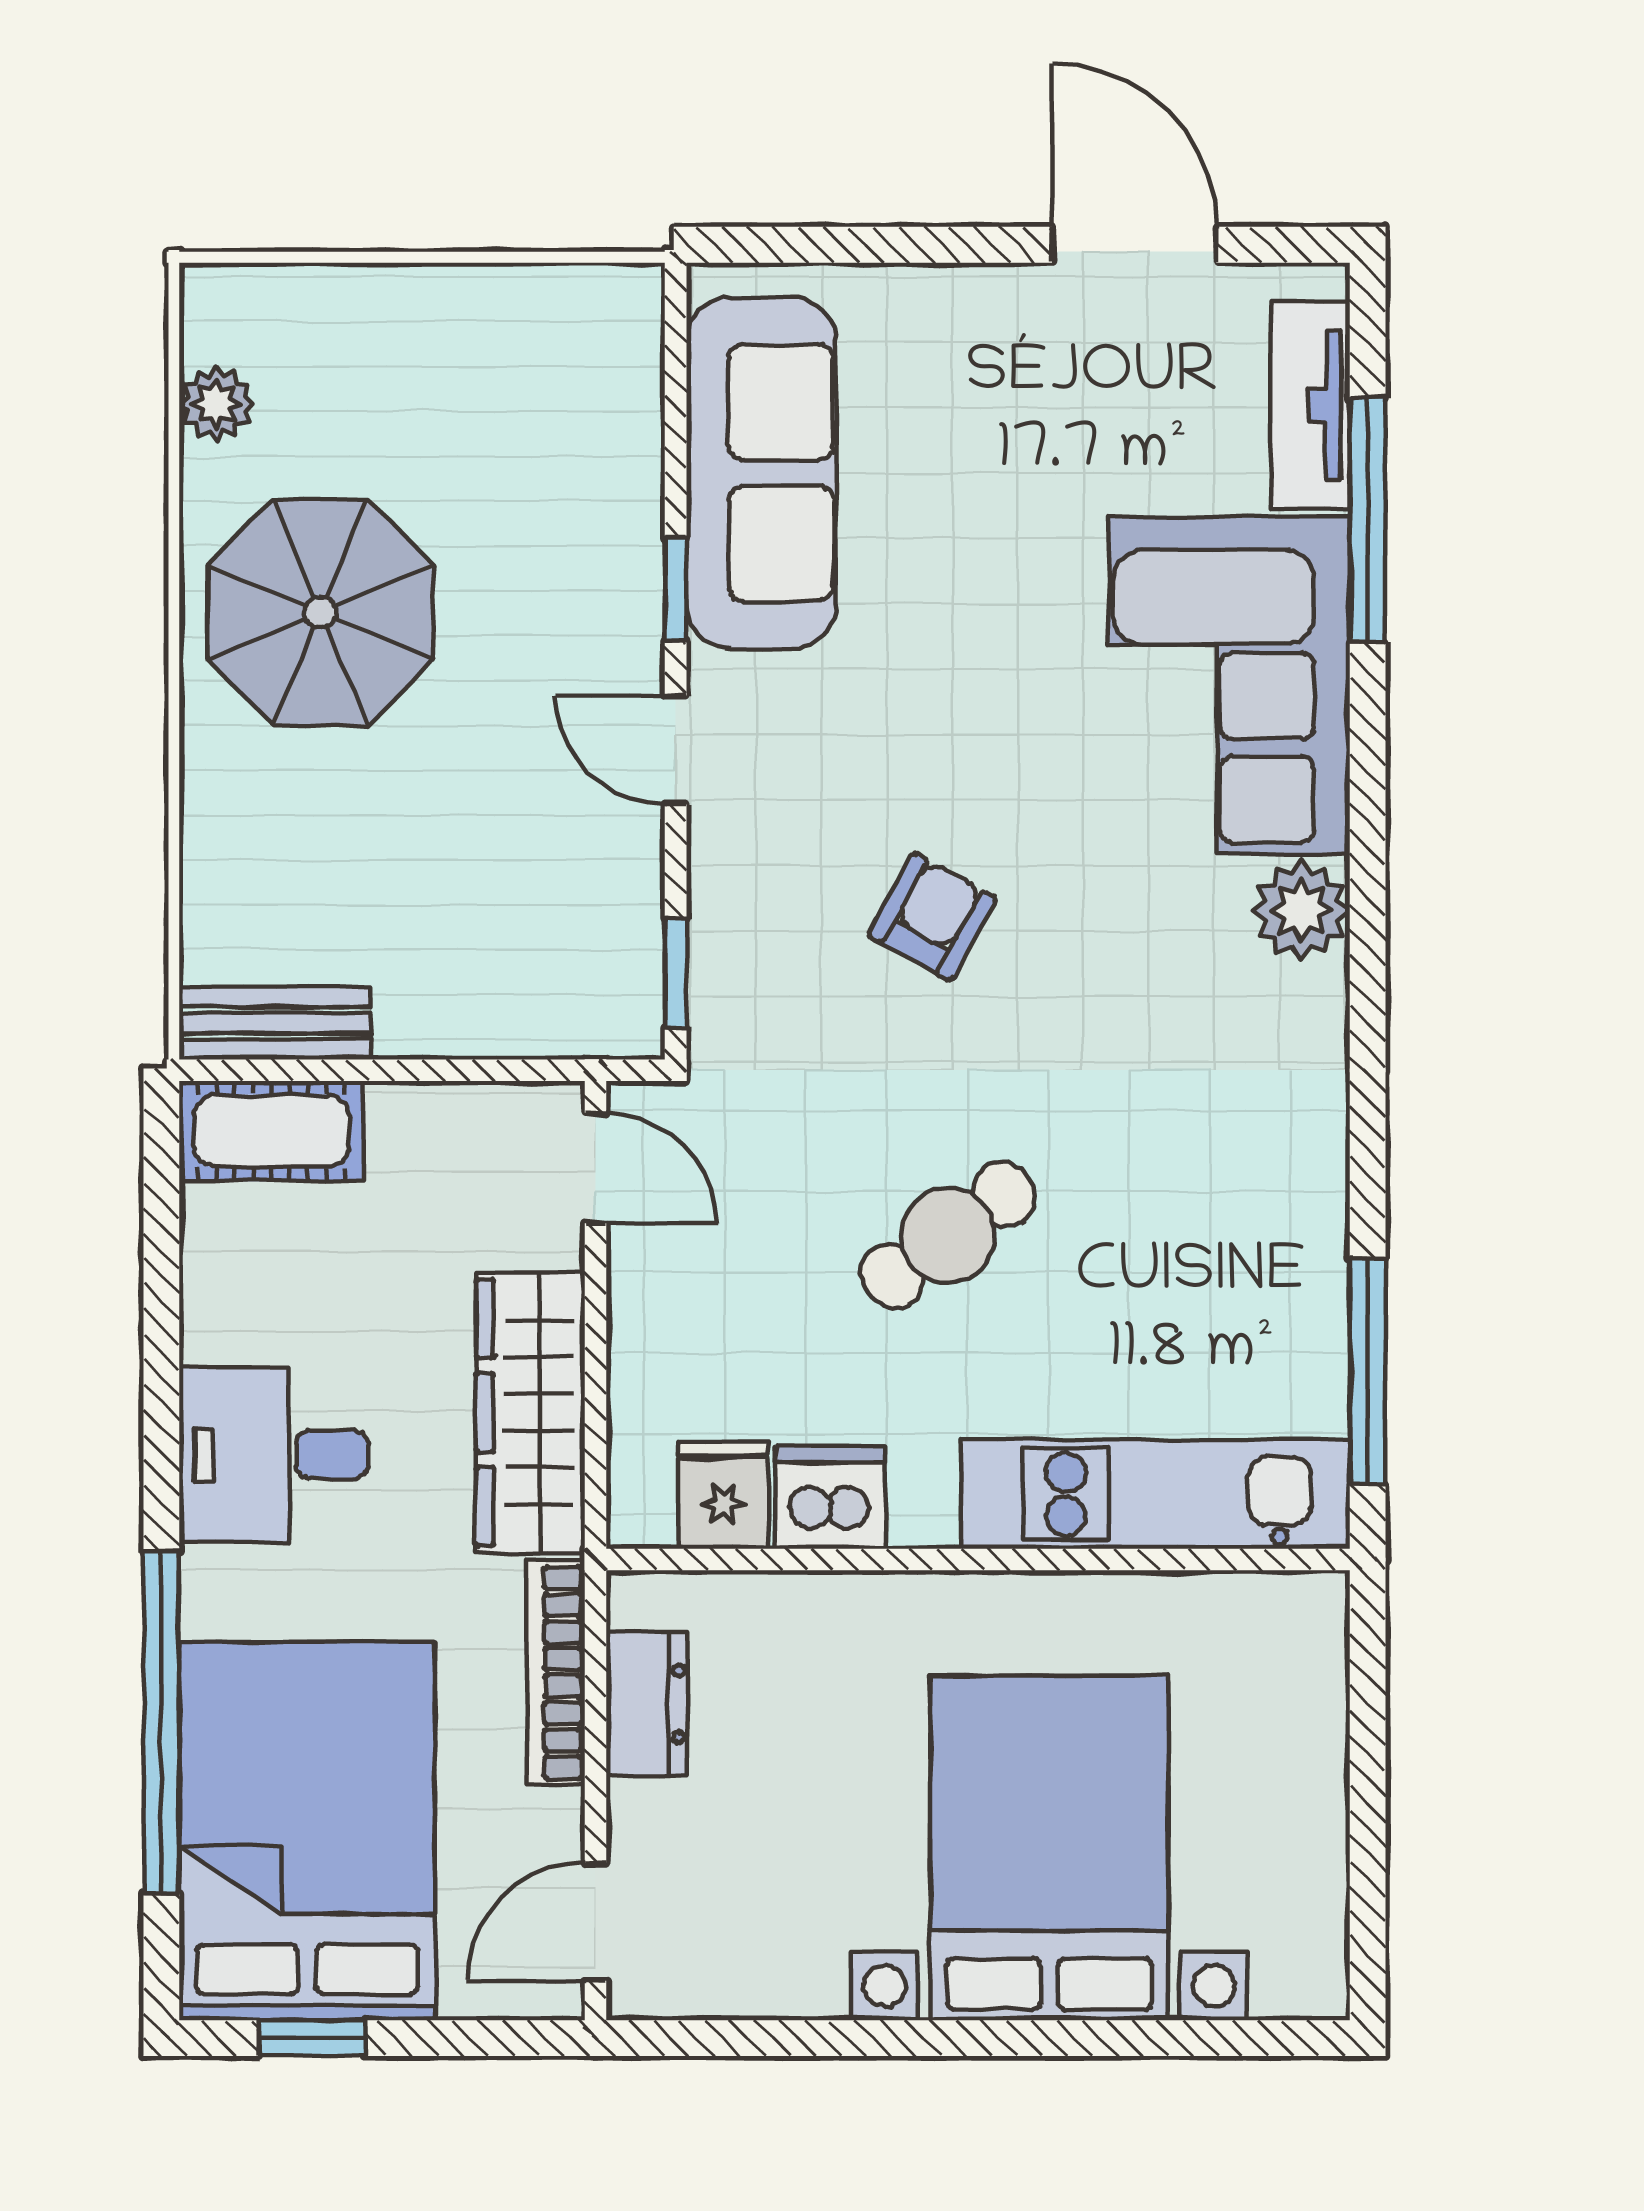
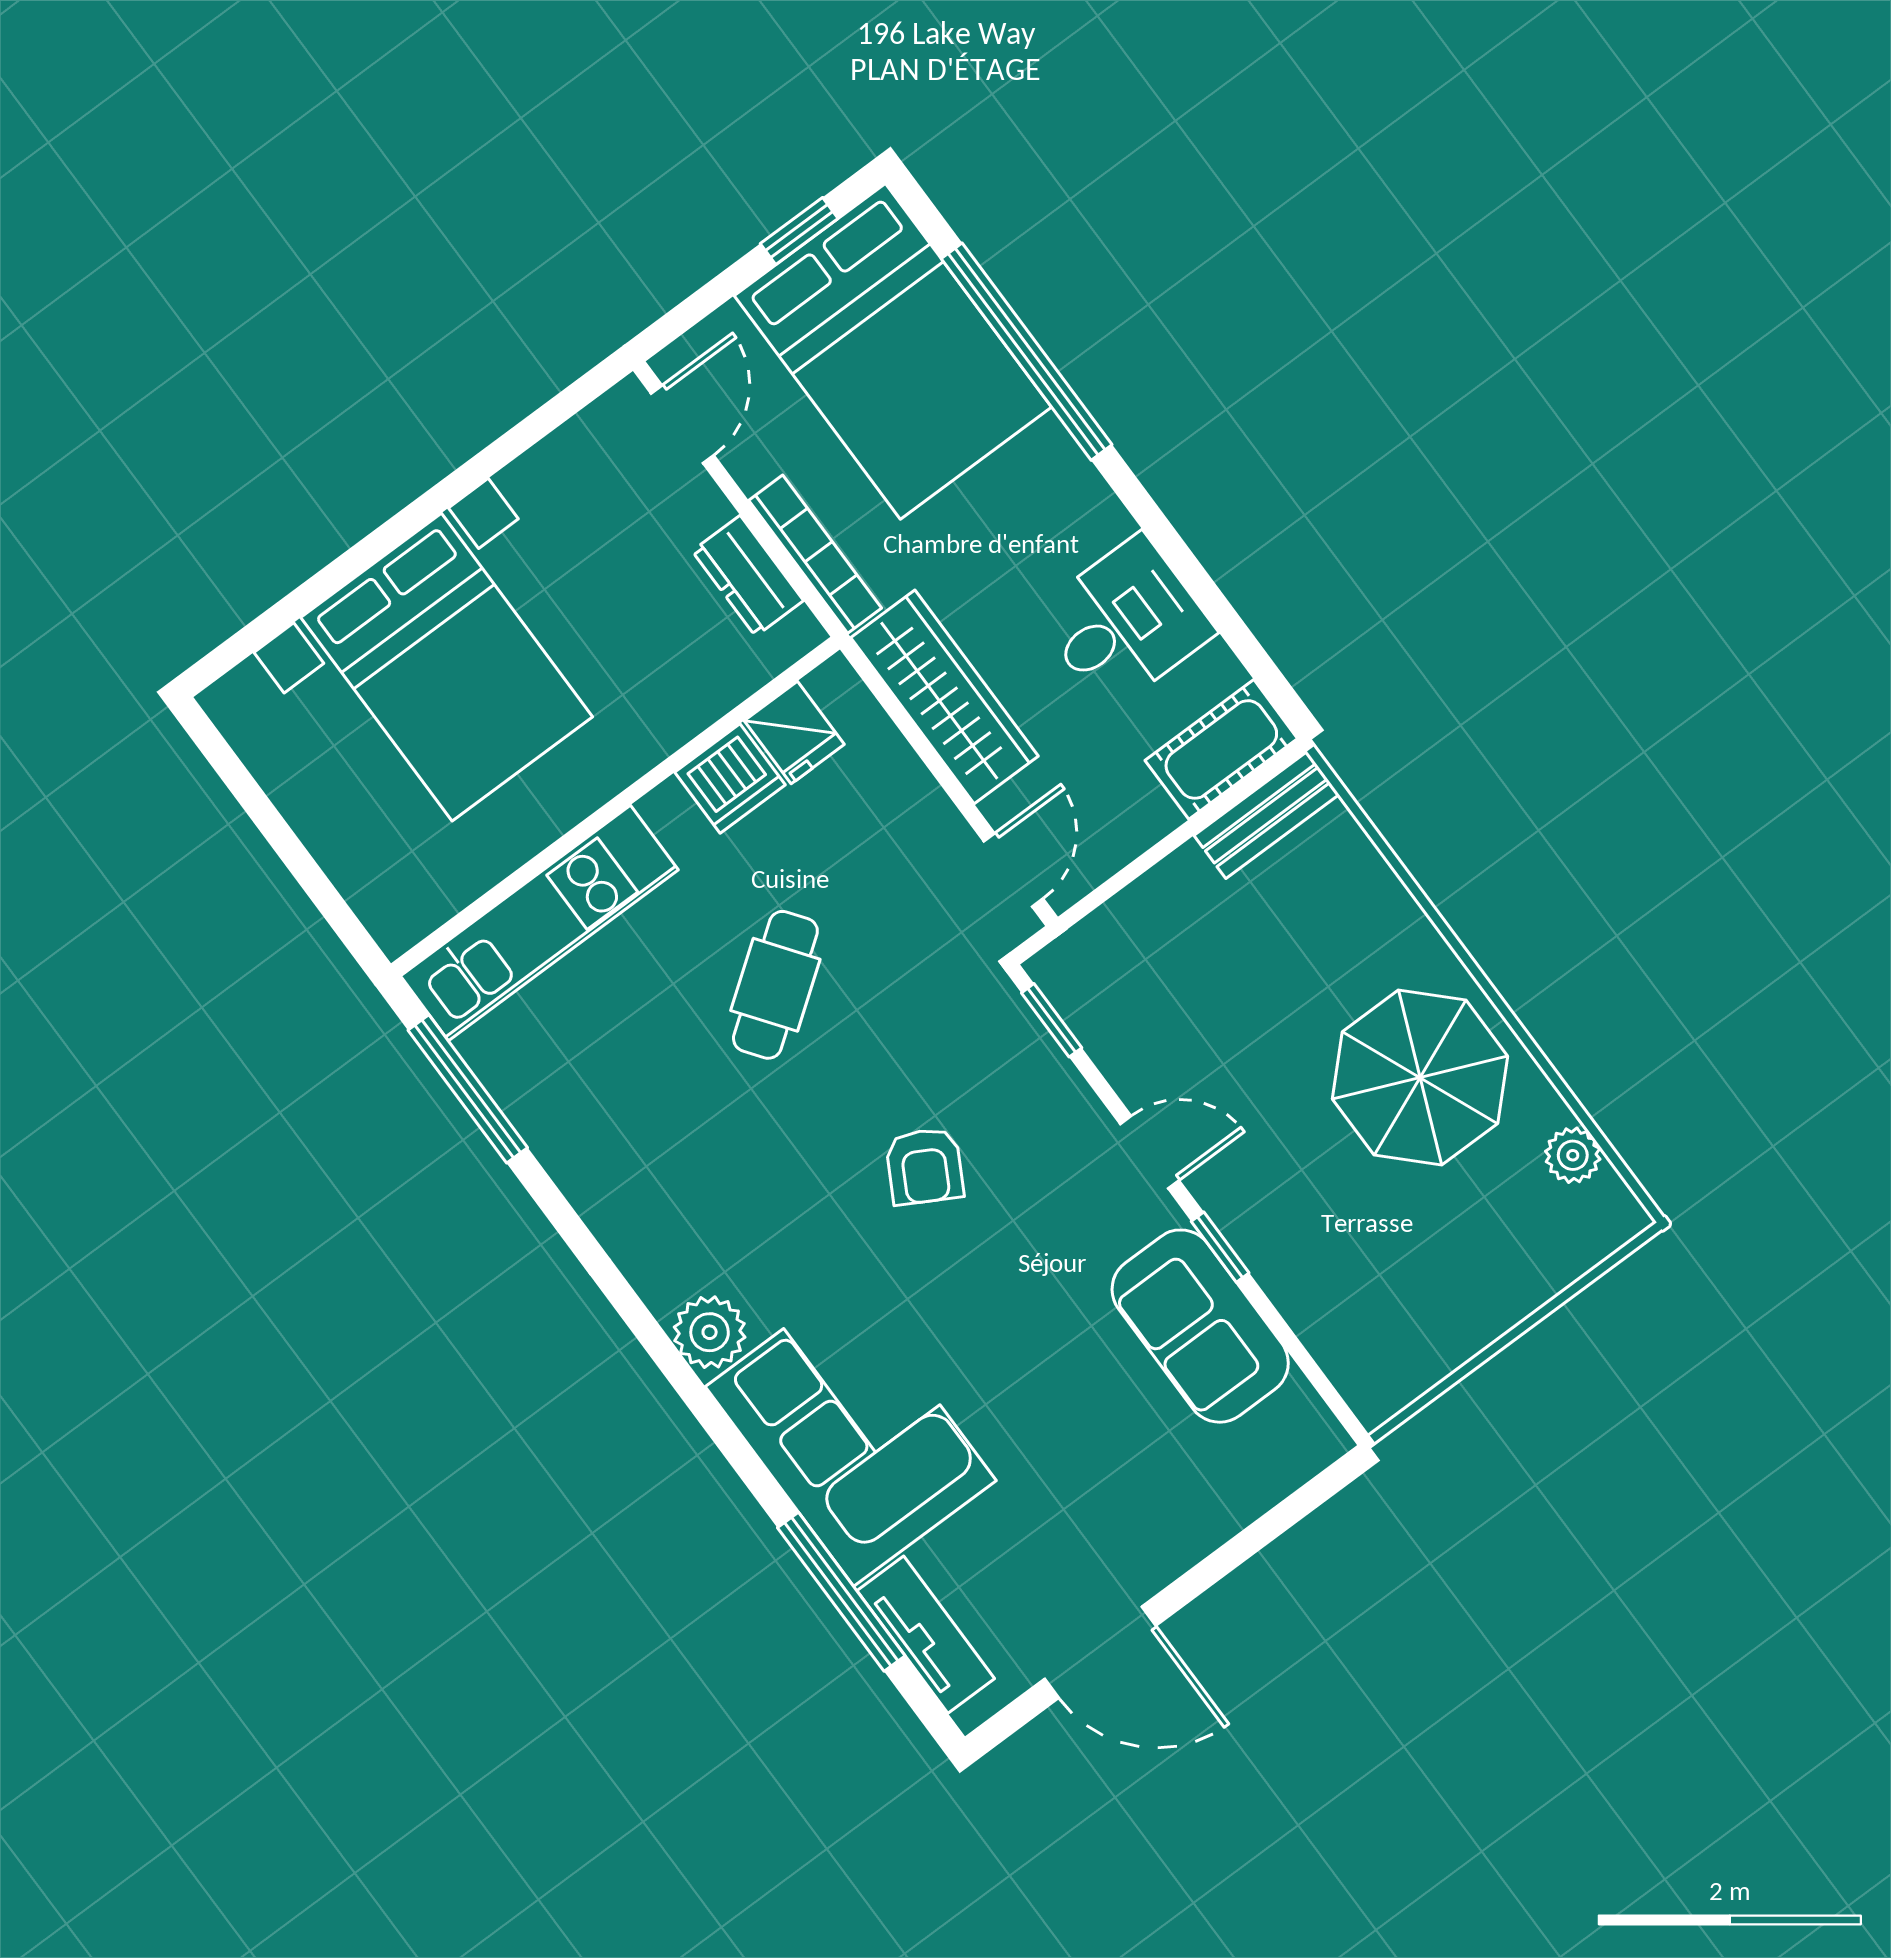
sofa: (761, 473) -> (1200, 1326), width x0.73
door: (596, 1168) -> (1013, 870), swing flipped
desk: (274, 1455) -> (1125, 622), moved

